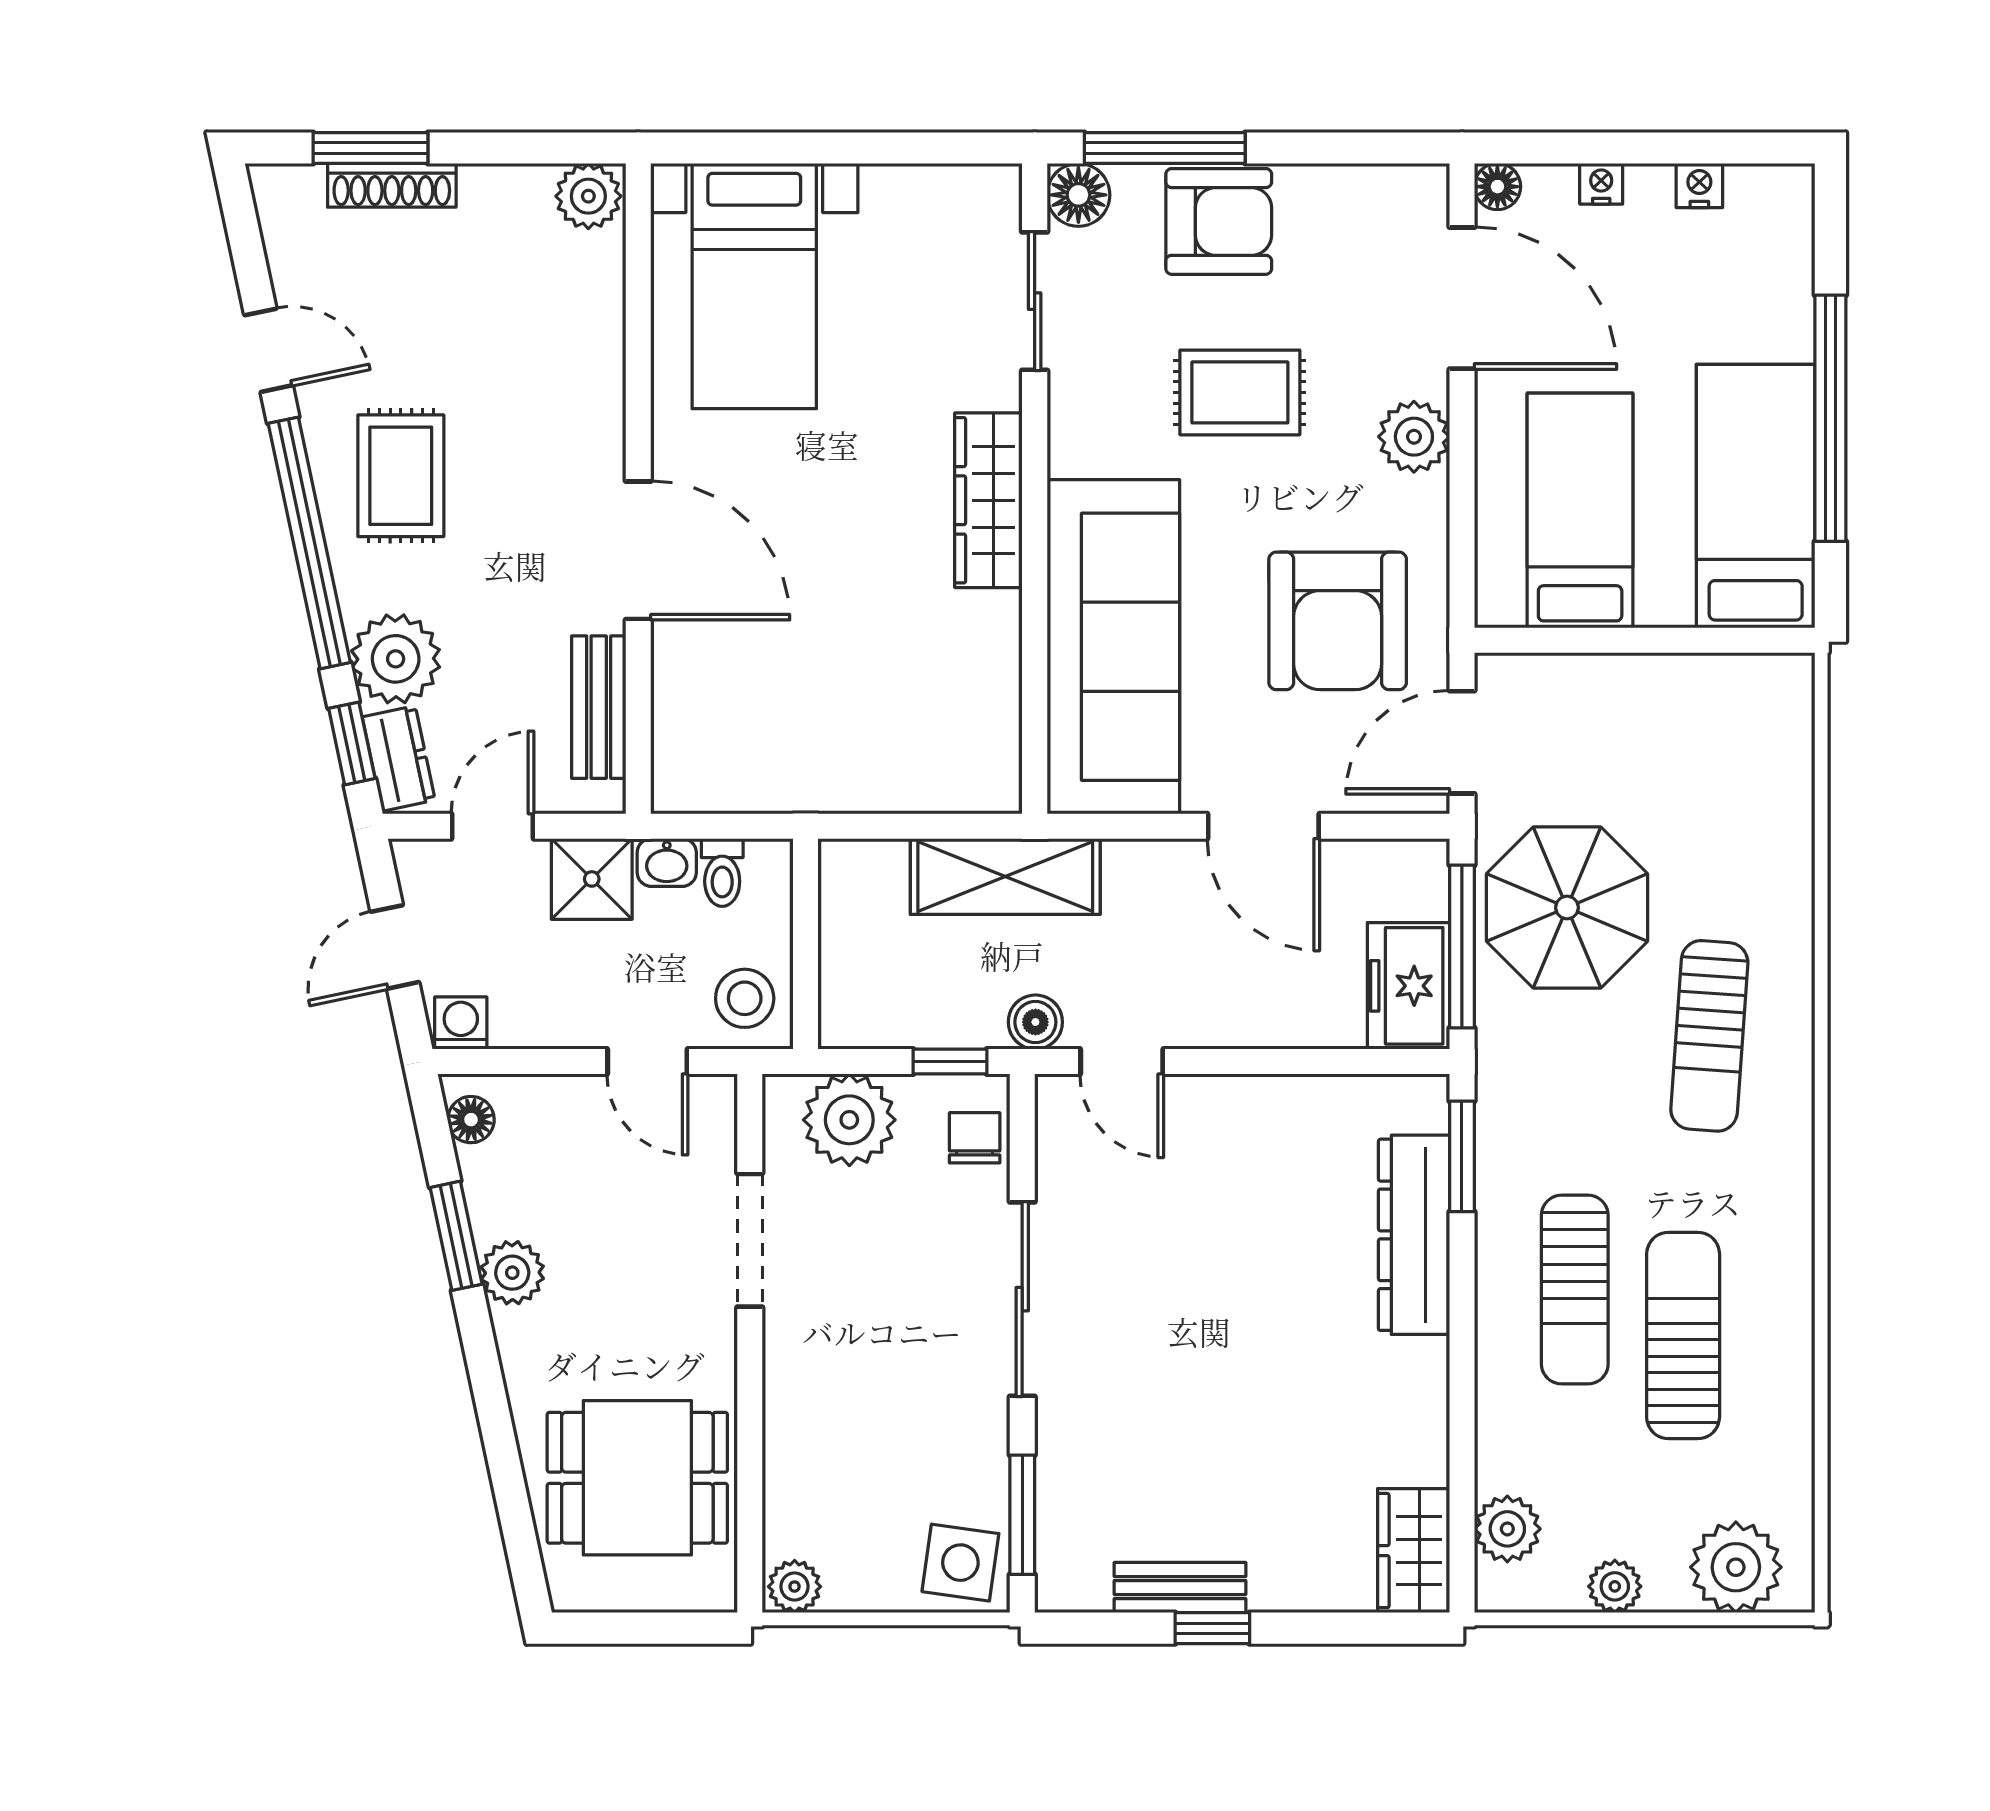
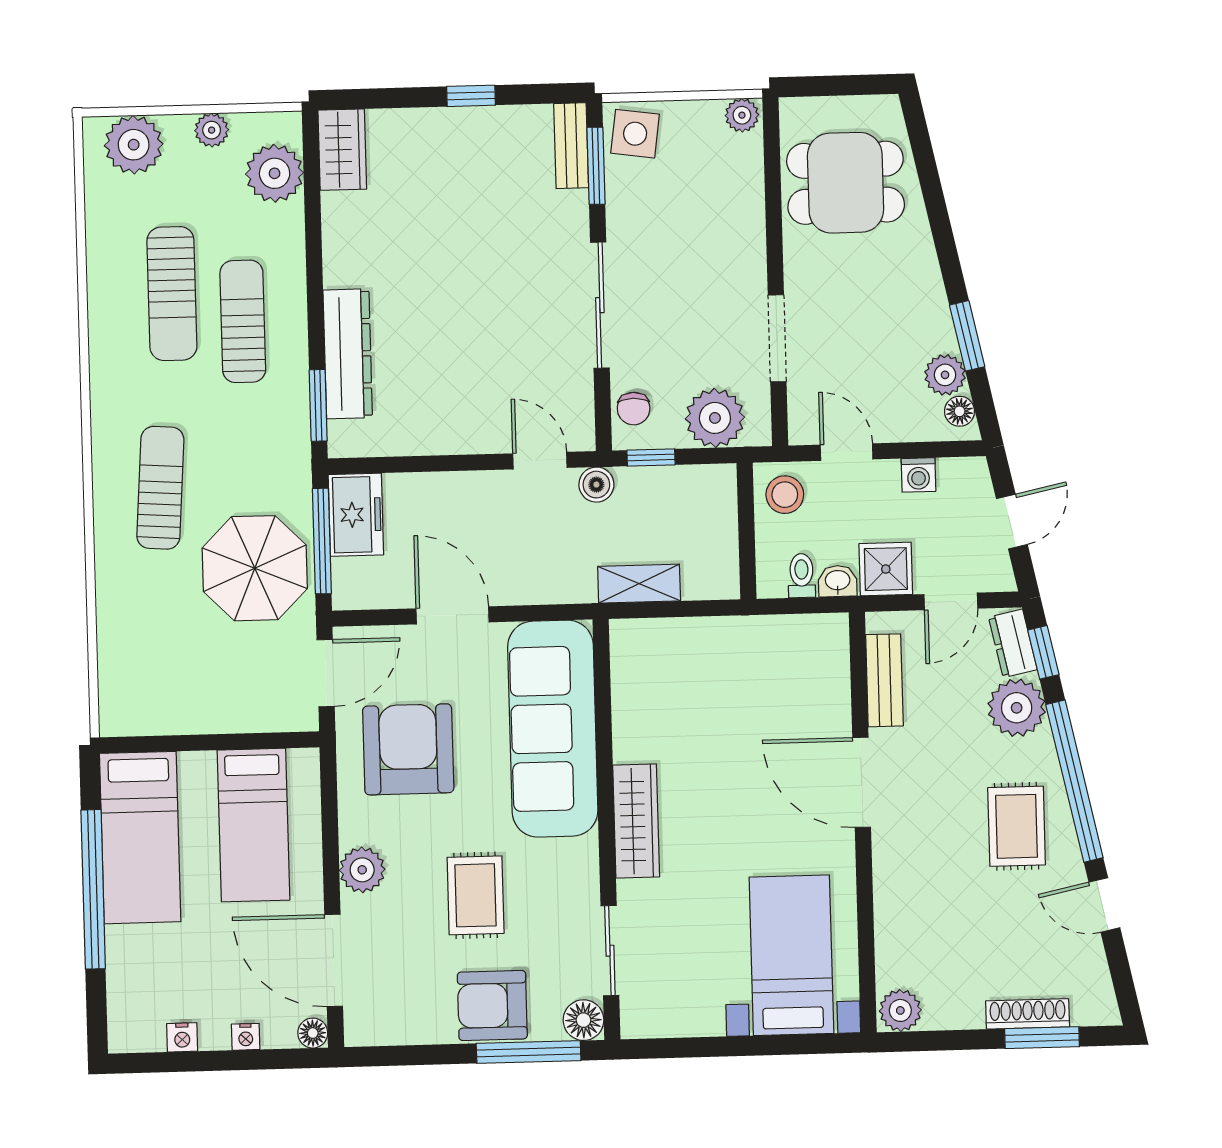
rug: (1240, 392) -> (476, 895), turned 90
shelving: (1005, 876) -> (639, 584), width x0.67, depth x0.75
washing machine: (461, 1023) -> (918, 475), moved
plant: (512, 1273) -> (945, 375), moved
plant: (1507, 1529) -> (275, 173), width x1.36, depth x1.36
bench: (1180, 1588) -> (571, 146), moved, turned 90

